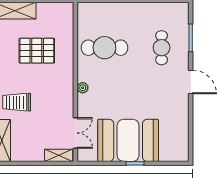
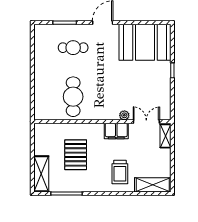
plant: (83, 88) -> (124, 115), moved
filing cabinet: (64, 98) -> (116, 131), added
booth: (128, 140) -> (145, 42), moved, turned 90

